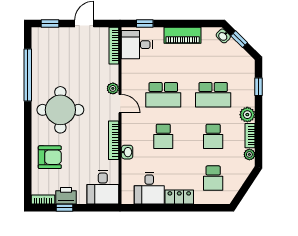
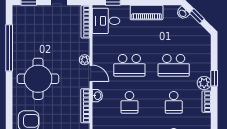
window: (259, 87) -> (214, 78), moved
washbasin: (127, 152) -> (97, 96), moved
plant: (249, 154) -> (206, 118), removed

